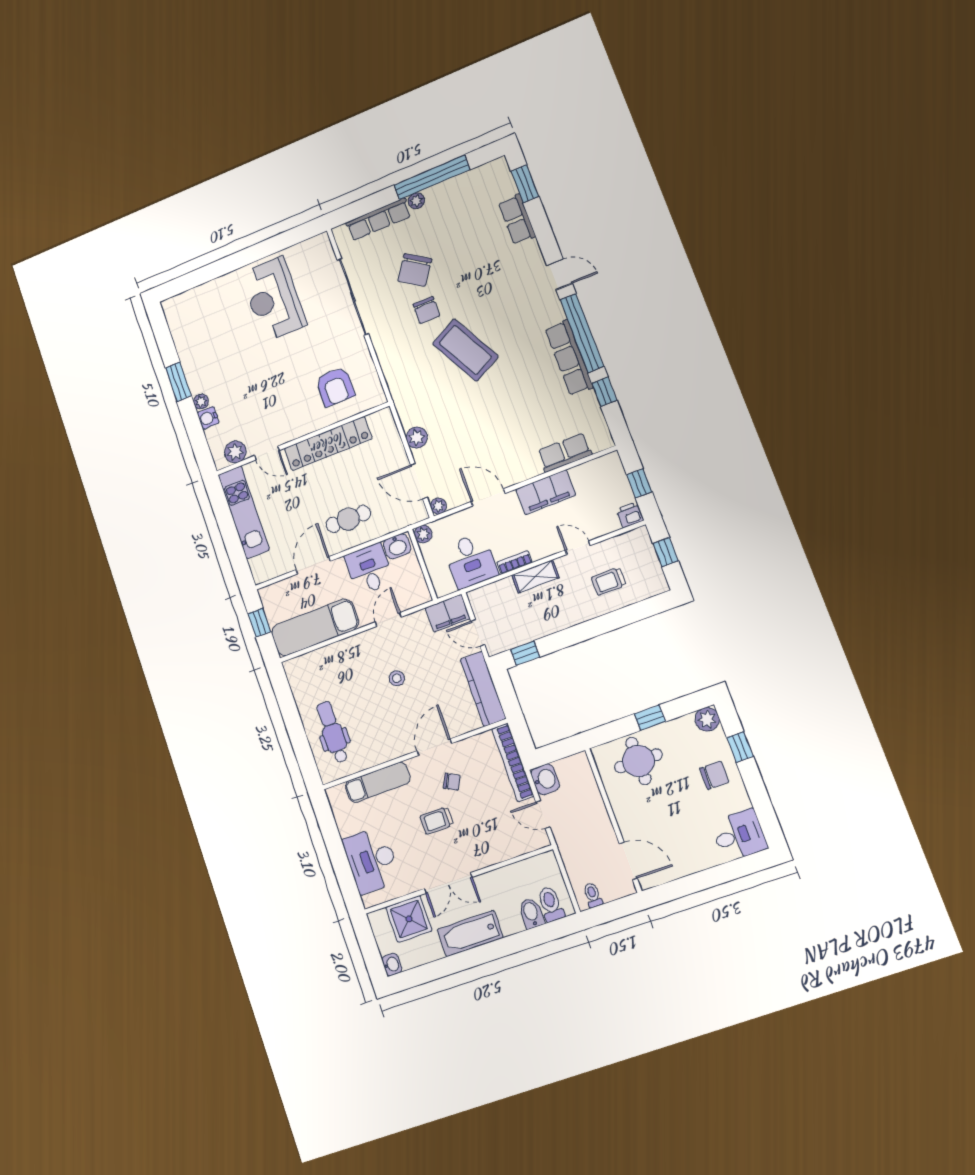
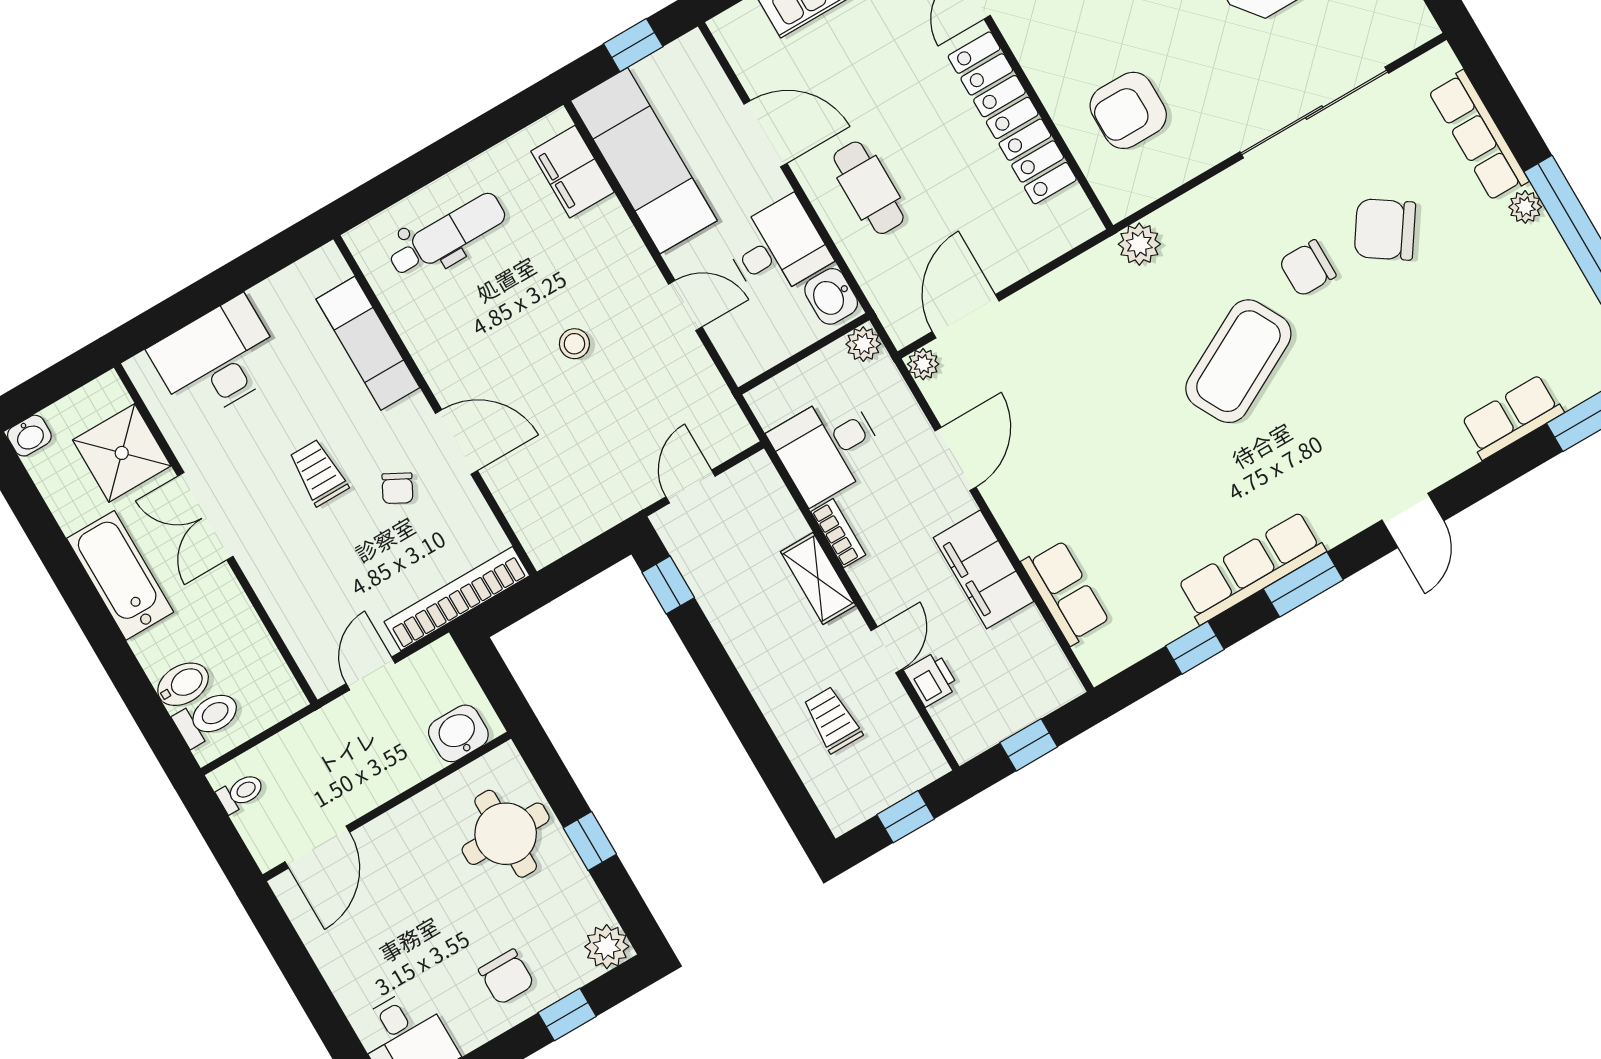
window: (582, 333) -> (1303, 584), width x0.47
plant: (417, 438) -> (1139, 244), moved
printer: (630, 515) -> (931, 679), moved
filing cabinet: (448, 613) -> (572, 172), moved
kitchen counter: (483, 689) -> (585, 516), removed
washbasin: (545, 779) -> (458, 733), moved, turned 180

